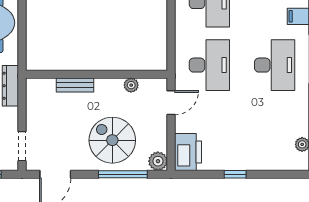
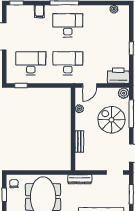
door: (171, 103) -> (90, 86), swing flipped
spiral stairs: (112, 140) -> (111, 120), turned 90

